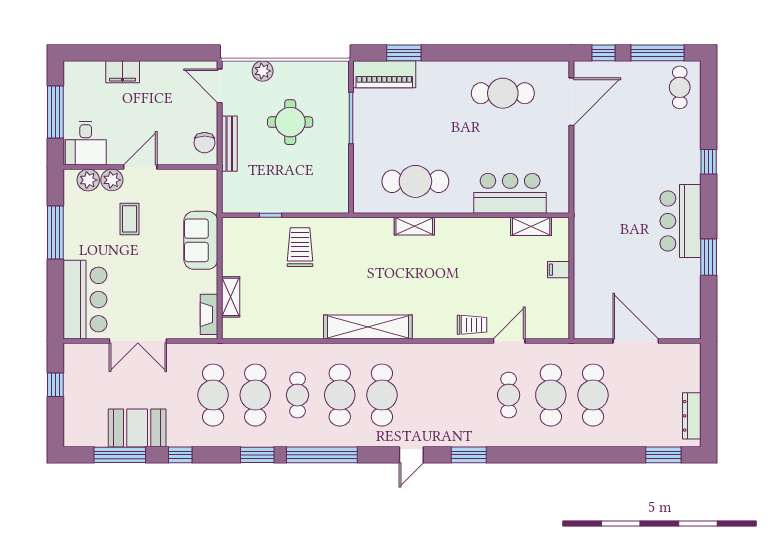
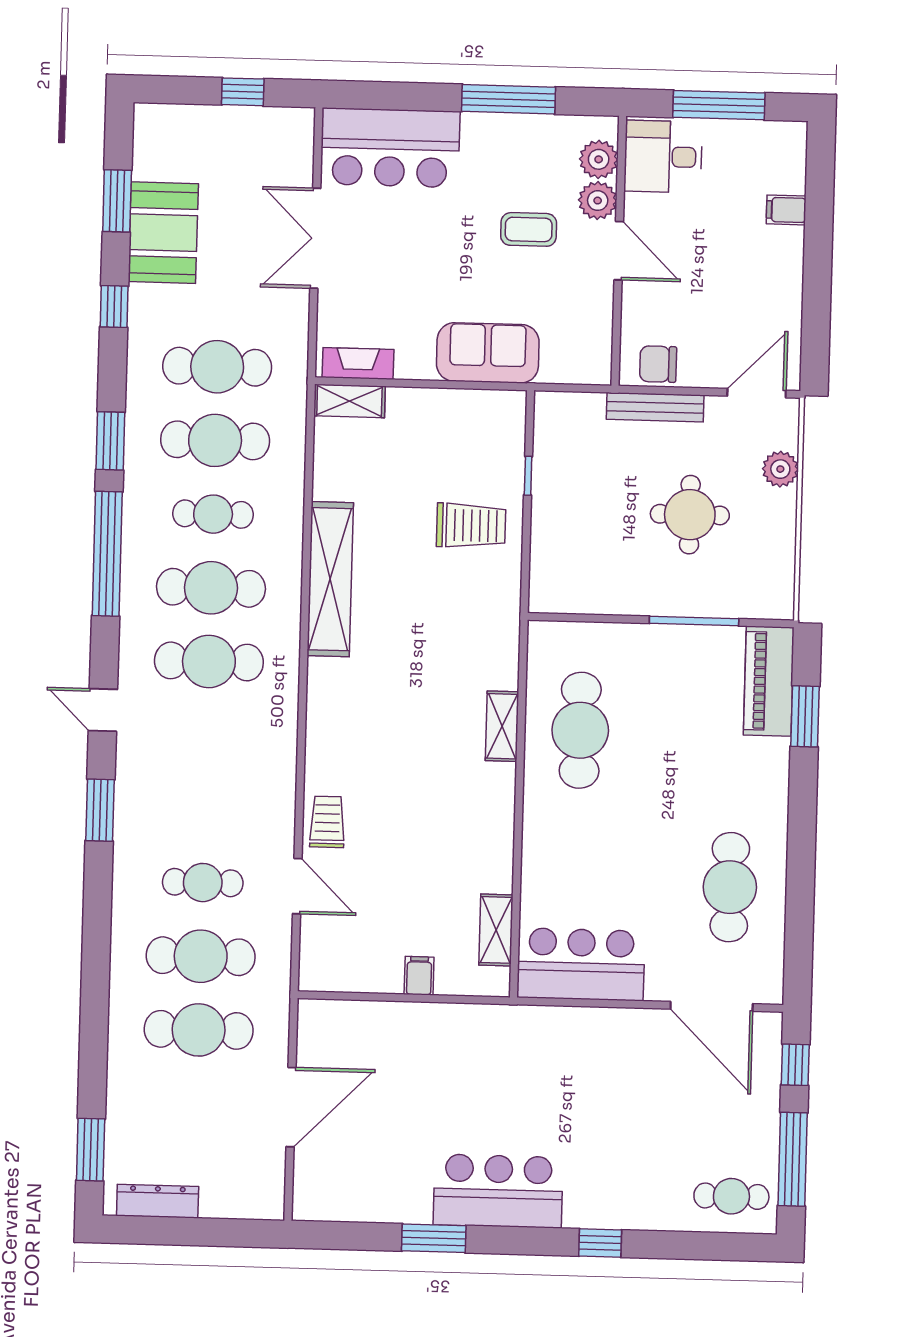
filing cabinet: (123, 72) -> (786, 210), width x0.50
bar counter: (510, 193) -> (581, 964), moved, turned -90
shelving: (231, 297) -> (349, 401), moved
trolley: (472, 325) -> (327, 822), turned 180
shelving: (368, 327) -> (330, 579), moved
window: (120, 455) -> (117, 201), width x0.69

